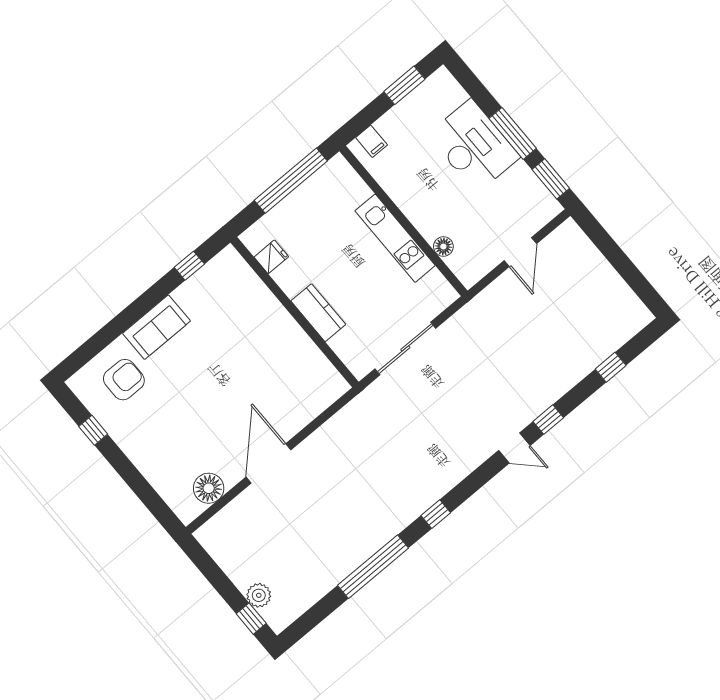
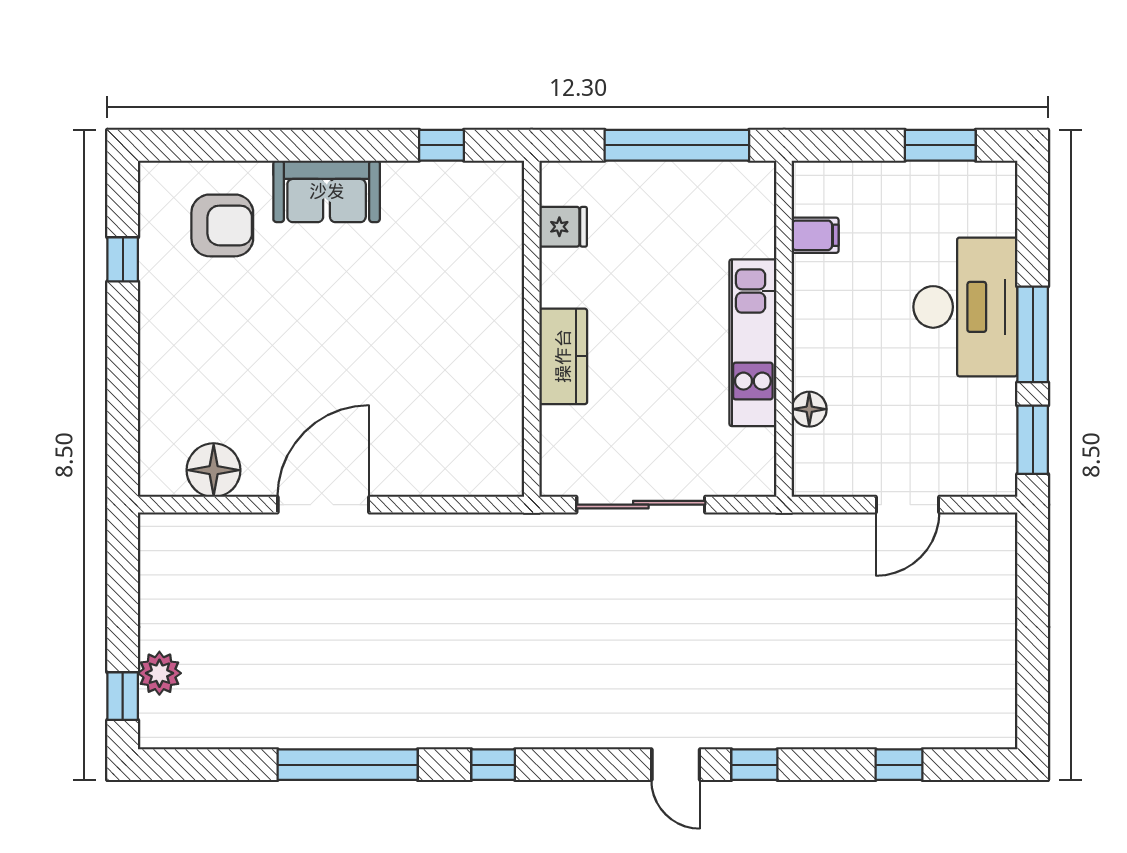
filing cabinet: (372, 141) -> (815, 235), moved, turned -90

